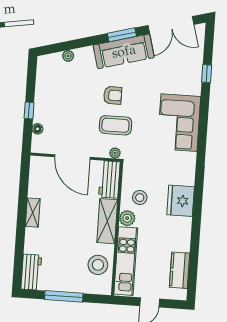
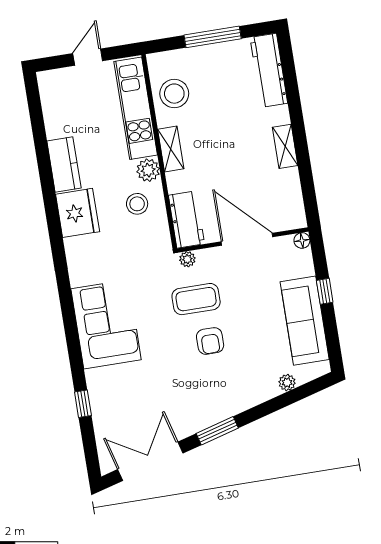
sofa: (124, 51) -> (305, 321), moved, turned -75
armchair: (113, 95) -> (210, 341), turned -90
floor lamp: (38, 129) -> (302, 240), moved
shelving: (107, 221) -> (171, 149), width x0.67, depth x0.75
kitchen counter: (180, 270) -> (64, 165), moved
workbench: (31, 272) -> (269, 70), width x1.37

